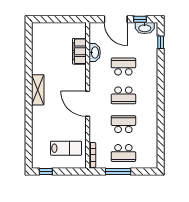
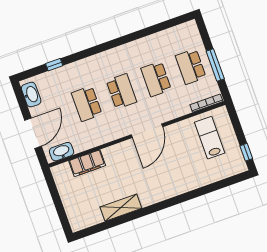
window: (140, 19) -> (23, 104), removed
window: (161, 42) -> (54, 65), moved
washbasin: (95, 52) -> (62, 152), moved
shelving: (38, 90) -> (121, 208), moved
school desk: (123, 153) -> (191, 67), turned 180

